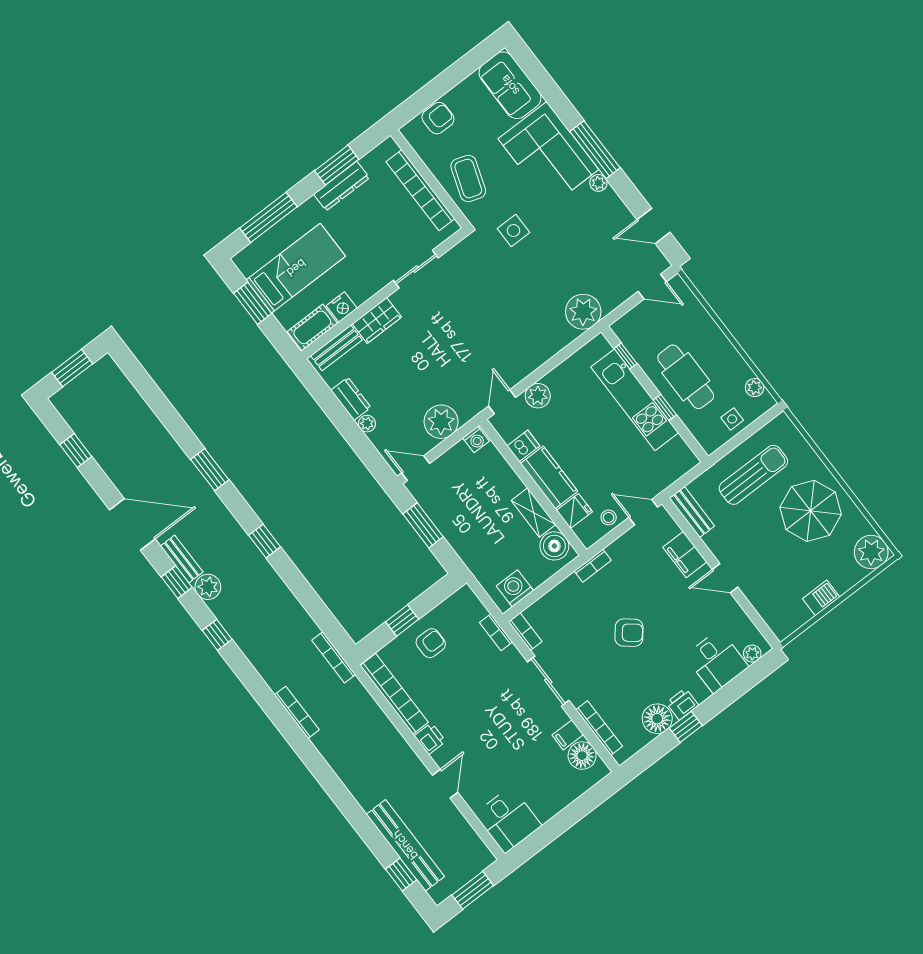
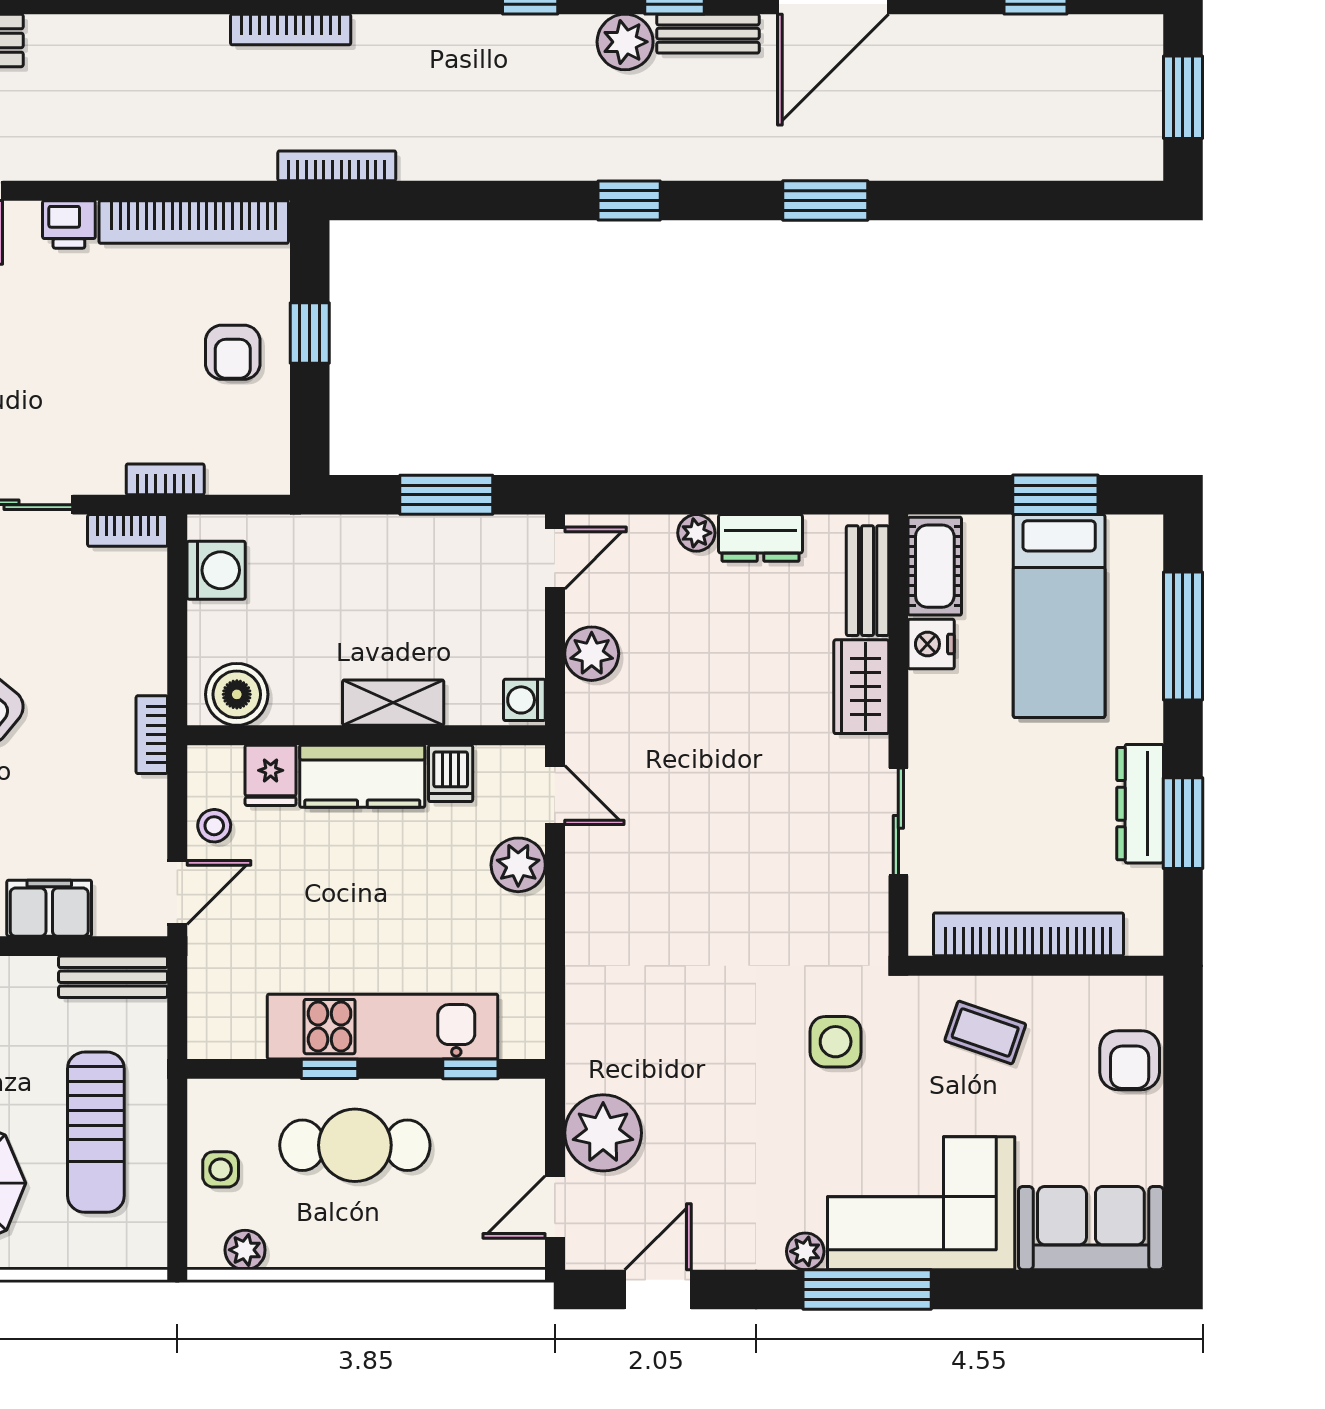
coffee table: (468, 179) -> (985, 1032), width x0.73, depth x0.77
plant: (583, 312) -> (603, 1133), moved
plant: (441, 422) -> (592, 654), width x0.73, depth x0.73
shelving: (533, 512) -> (393, 703), moved

